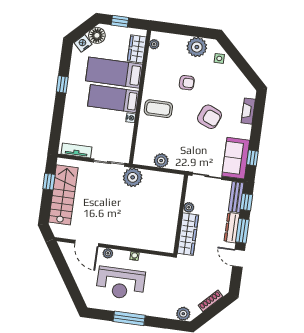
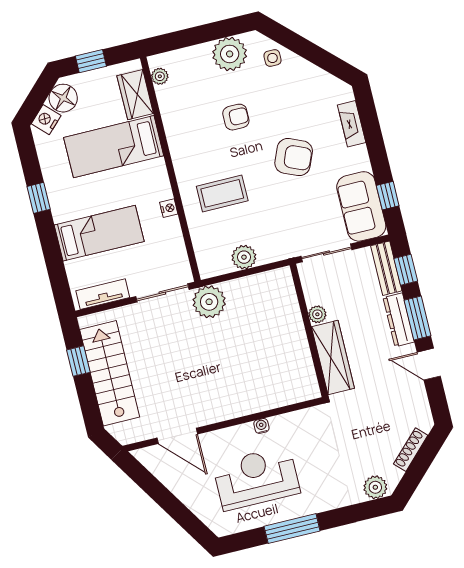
bed: (113, 99) -> (99, 233), moved, turned 180
coffee table: (158, 109) -> (222, 193), moved
plant: (108, 253) -> (217, 438), removed
reception desk: (121, 283) -> (256, 478), turned 180

